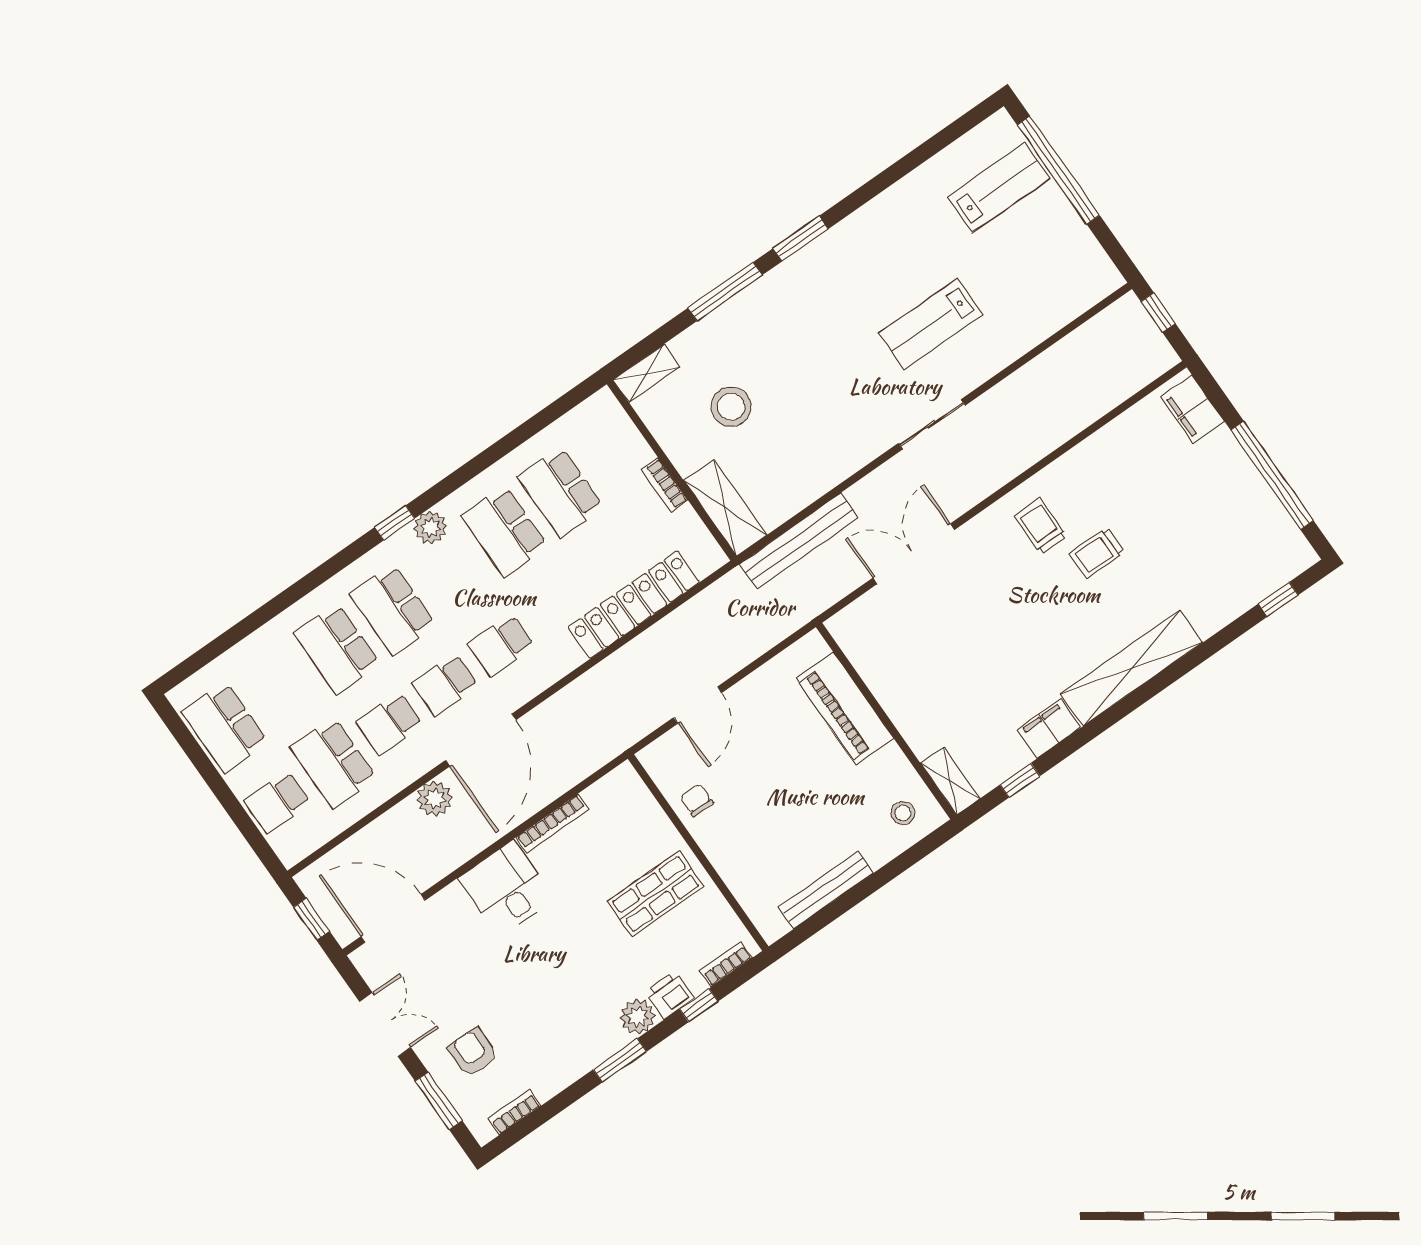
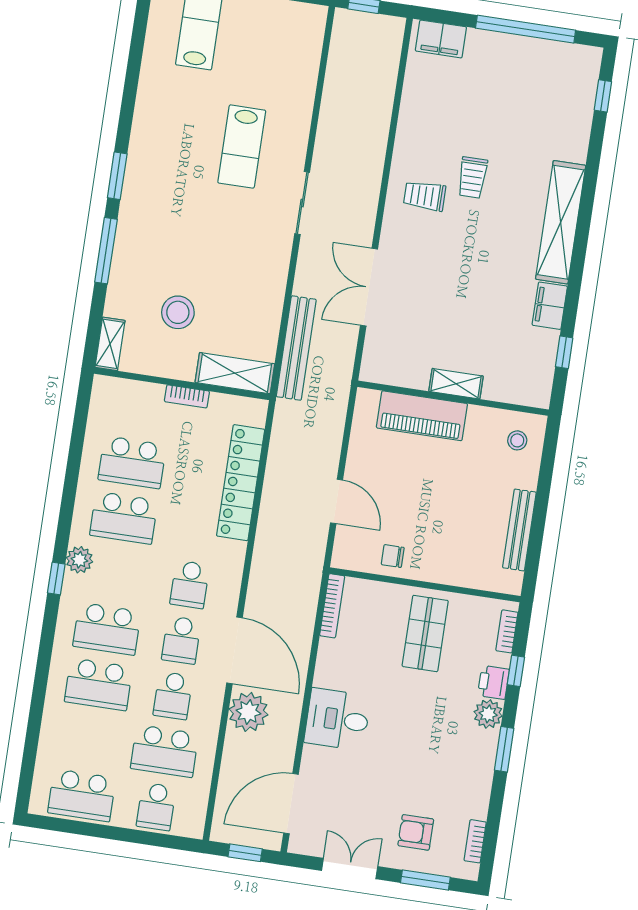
shelving: (950, 781) -> (456, 384), moved
plant: (435, 799) -> (248, 712), width x1.36, depth x1.36
bookcase: (552, 823) -> (332, 606), moved

